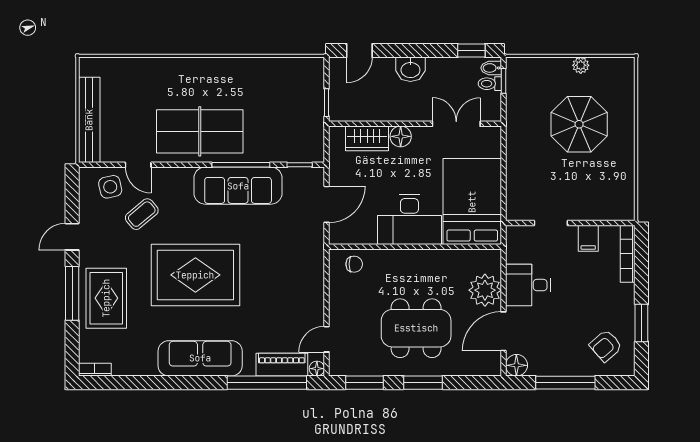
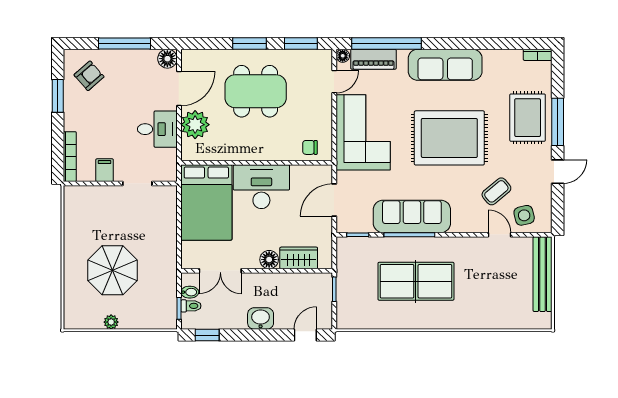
bidet: (491, 68) -> (190, 292), moved
table tennis table: (200, 131) -> (416, 281), moved
corner sofa: (294, 281) -> (363, 132), added

